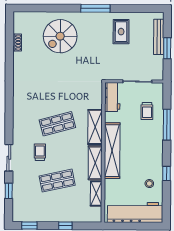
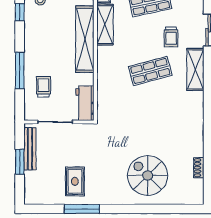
window: (95, 8) -> (82, 209), moved
spiral stairs: (60, 36) -> (148, 175), turned -90
bench: (159, 37) -> (30, 149), moved
shelving: (95, 127) -> (195, 69), moved

